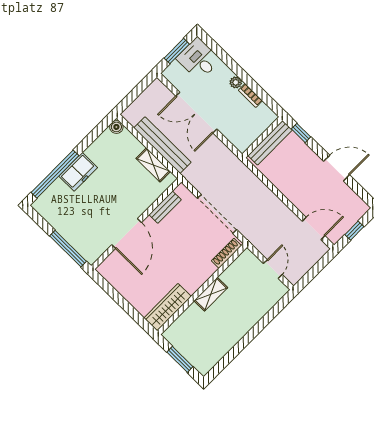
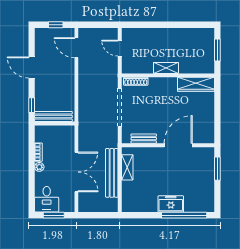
boiler: (116, 127) -> (126, 207), removed
window: (68, 249) -> (217, 169), width x0.69
door: (273, 269) -> (120, 48), hinge flipped

